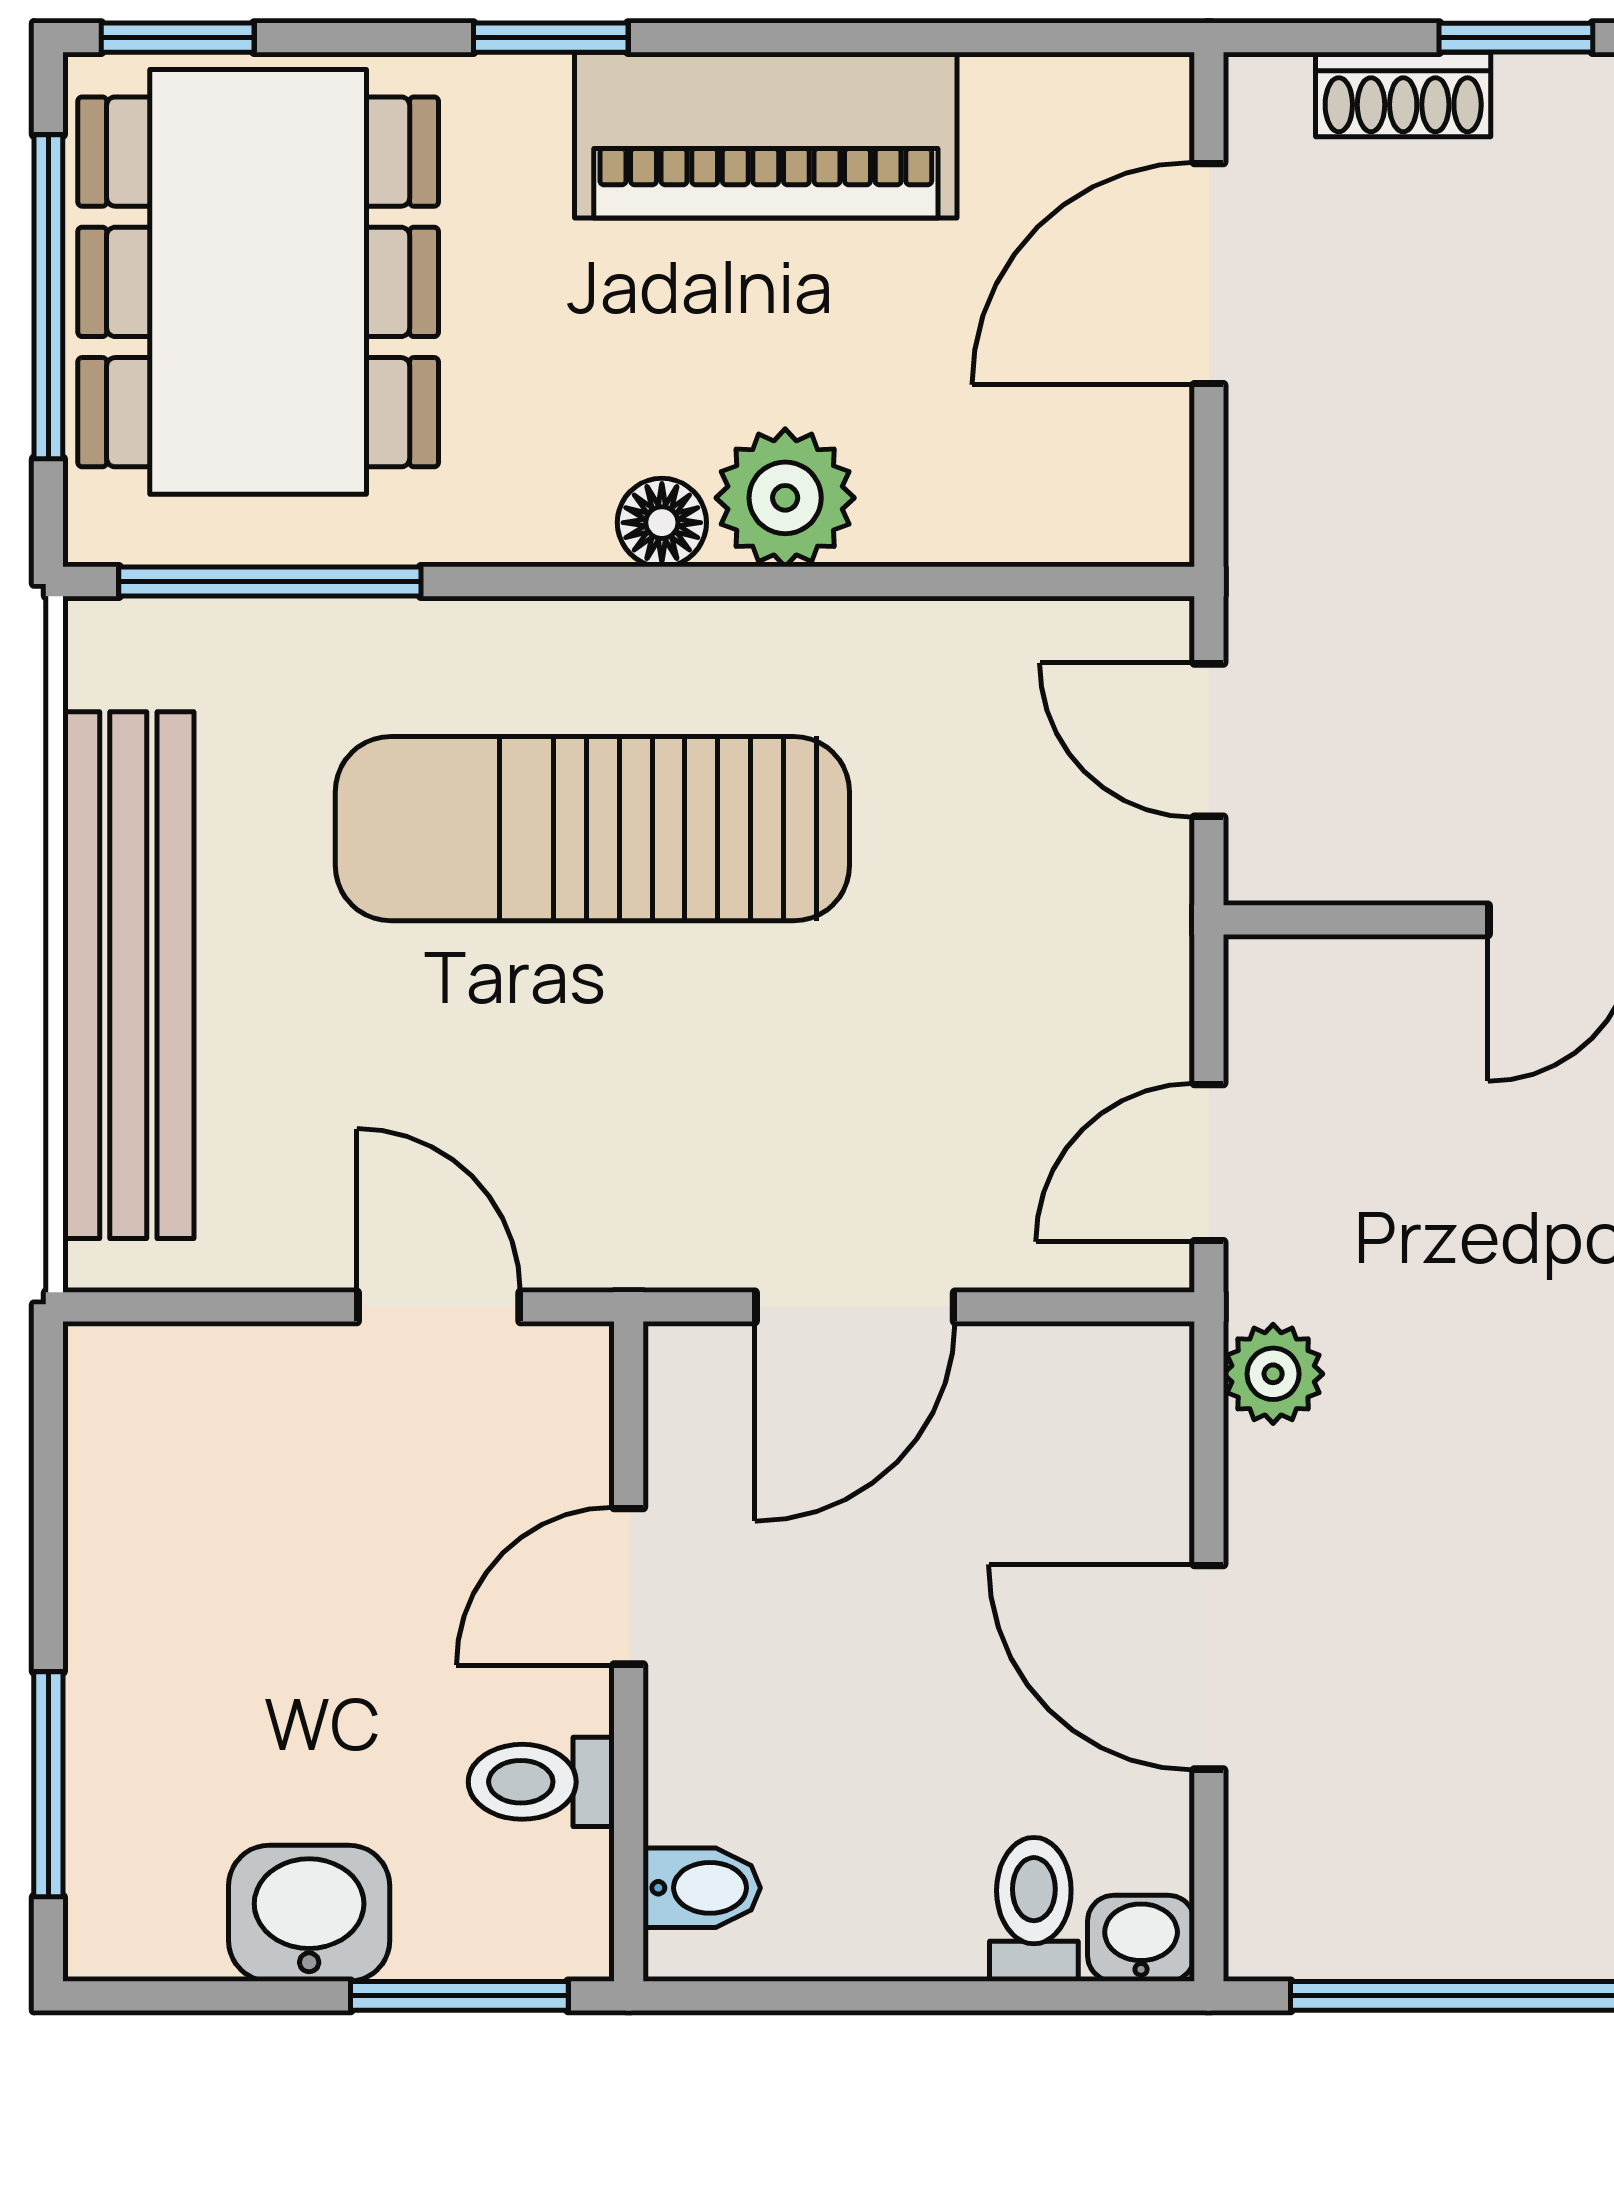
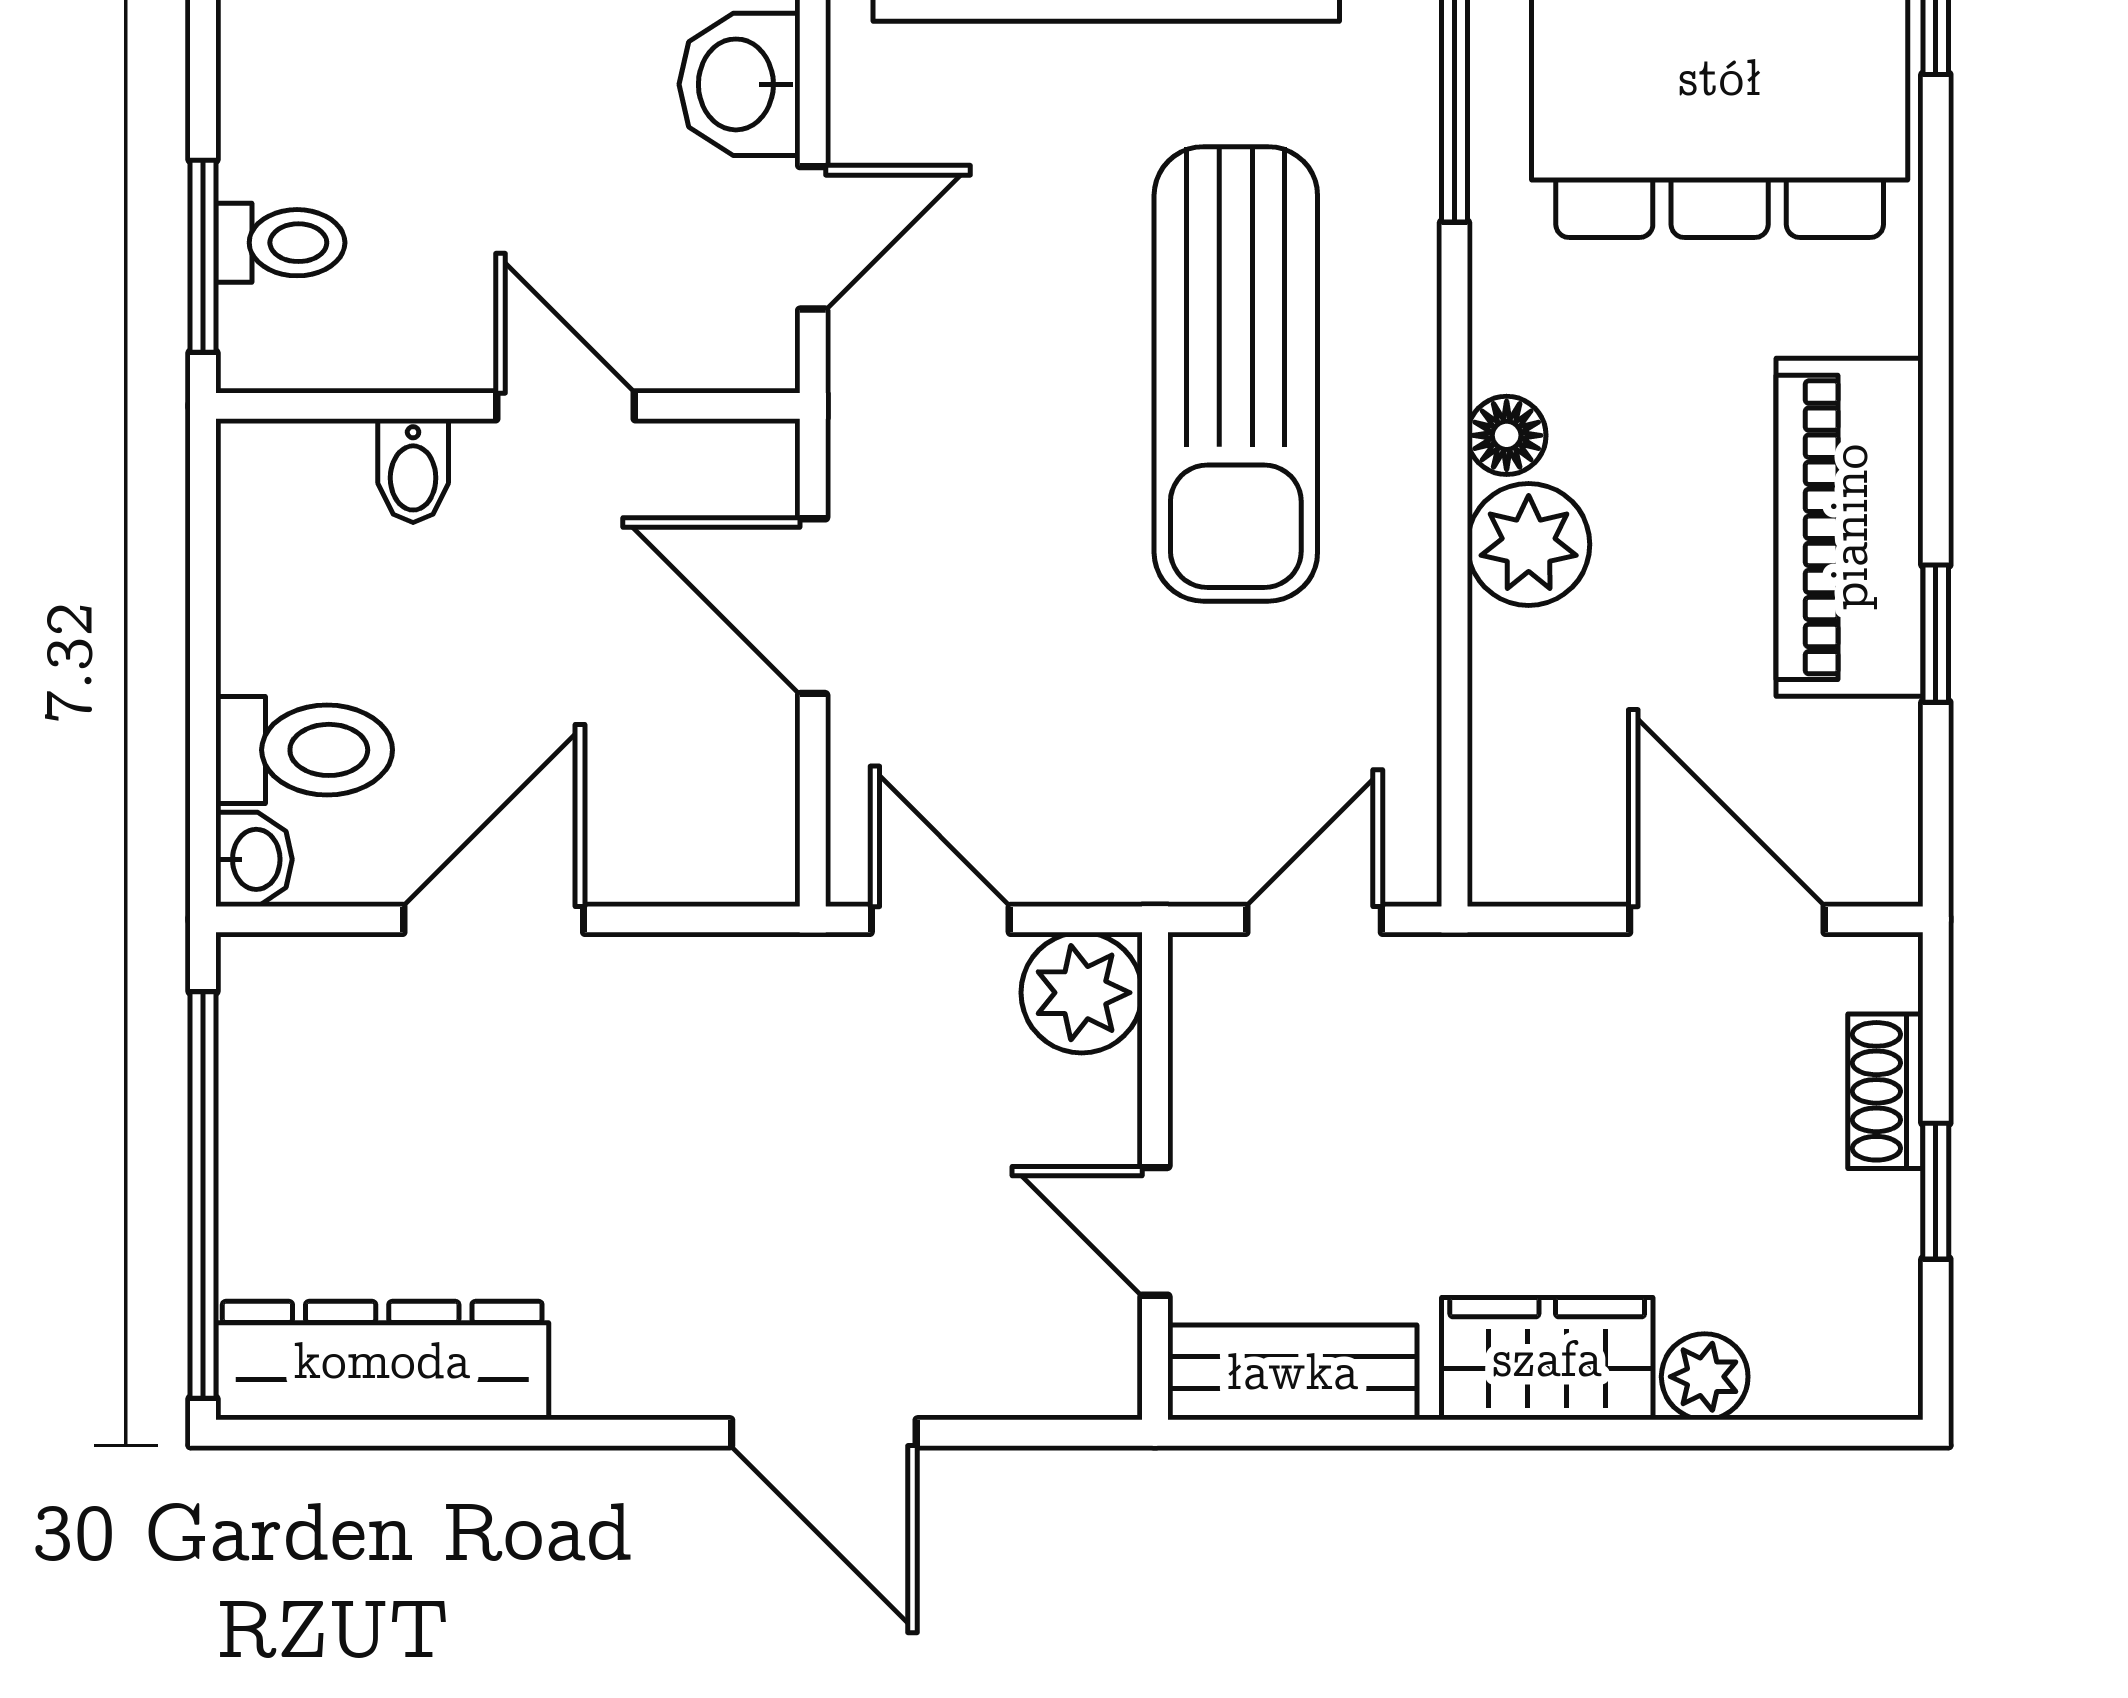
window: (551, 38) -> (1936, 634), moved
sun lounger: (592, 829) -> (1236, 374), turned 180
plant: (1273, 1374) -> (1082, 993), moved, width x1.38, depth x1.38
toilet: (541, 1782) -> (280, 243), moved, turned 90
bidet: (702, 1888) -> (413, 471), moved
toilet: (1034, 1909) -> (304, 750), width x1.37, depth x1.39
washbasin: (309, 1913) -> (740, 84), moved, turned 180

